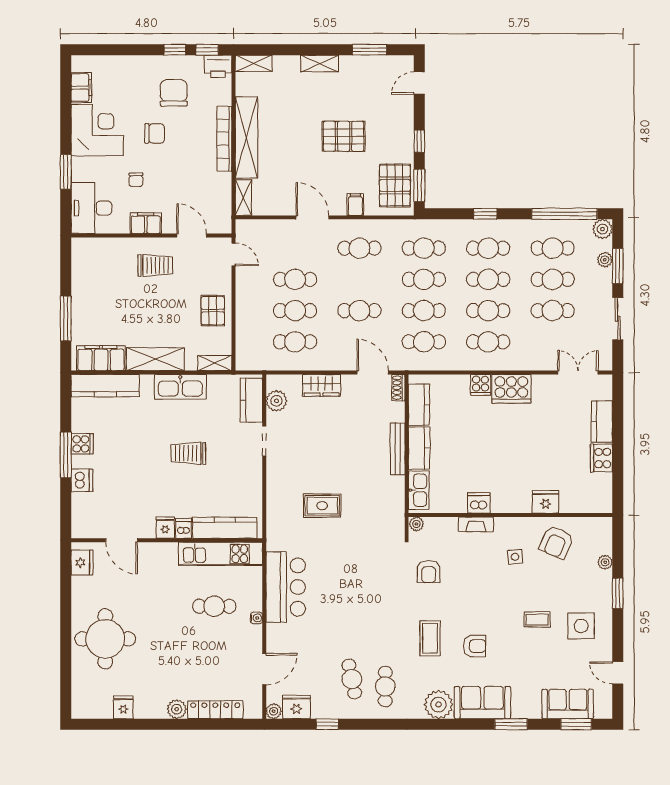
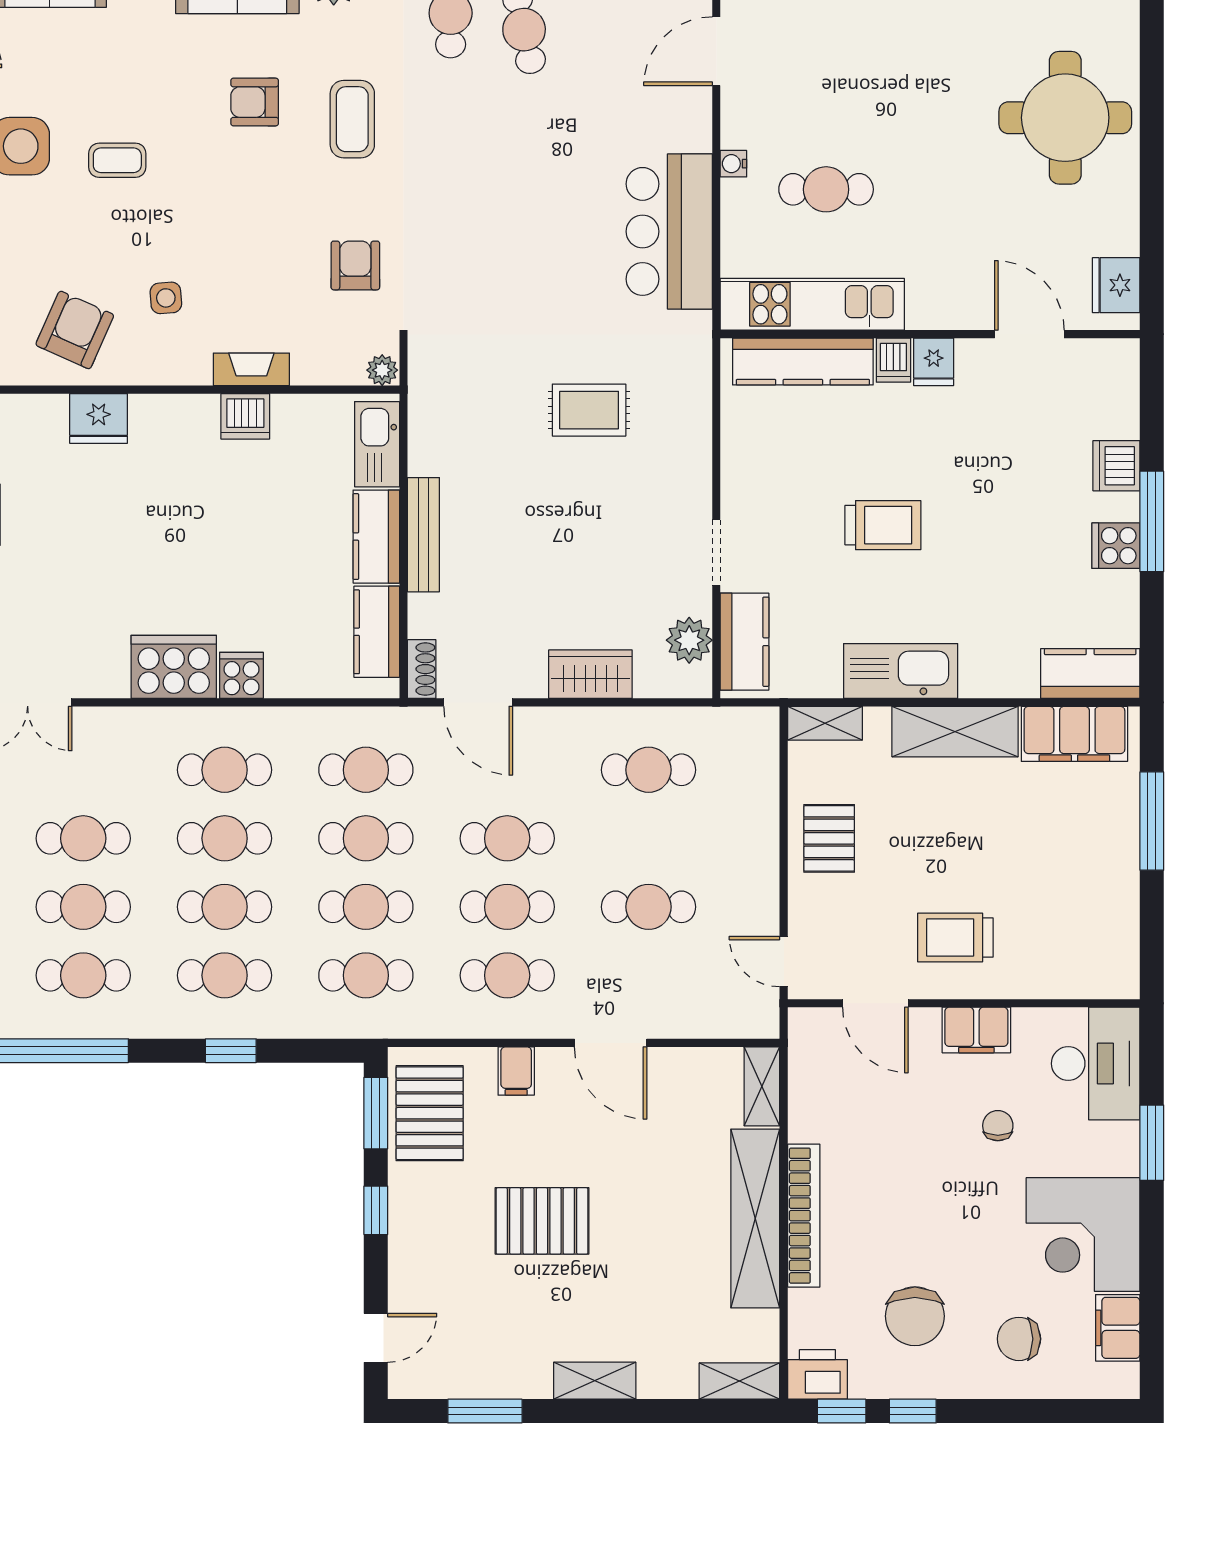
chair: (155, 133) -> (1019, 1339), moved
cafe table: (295, 311) -> (507, 907), moved
kitchen counter: (105, 386) -> (1090, 674), width x0.67

